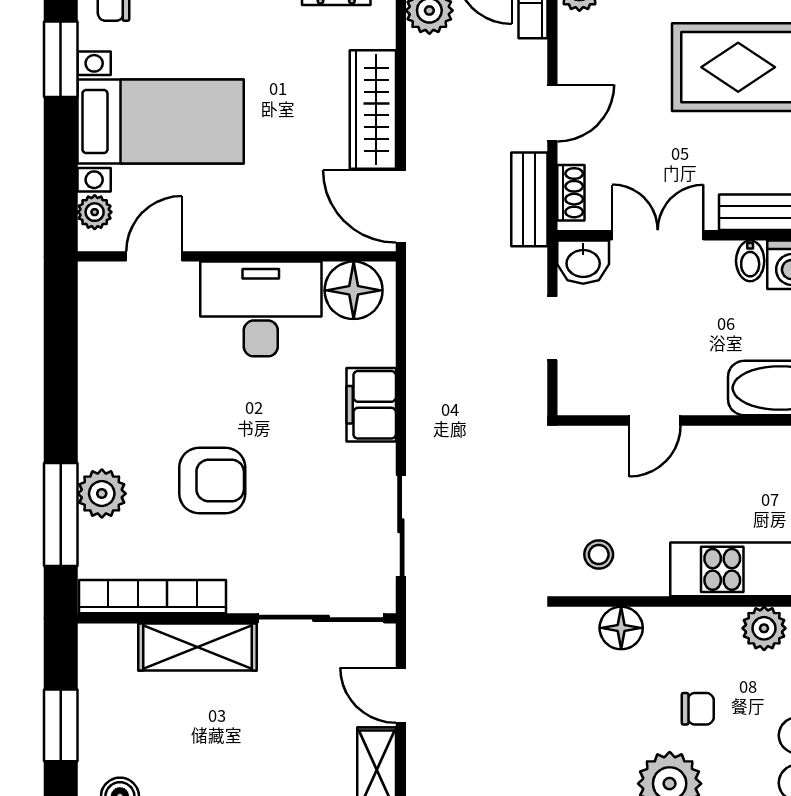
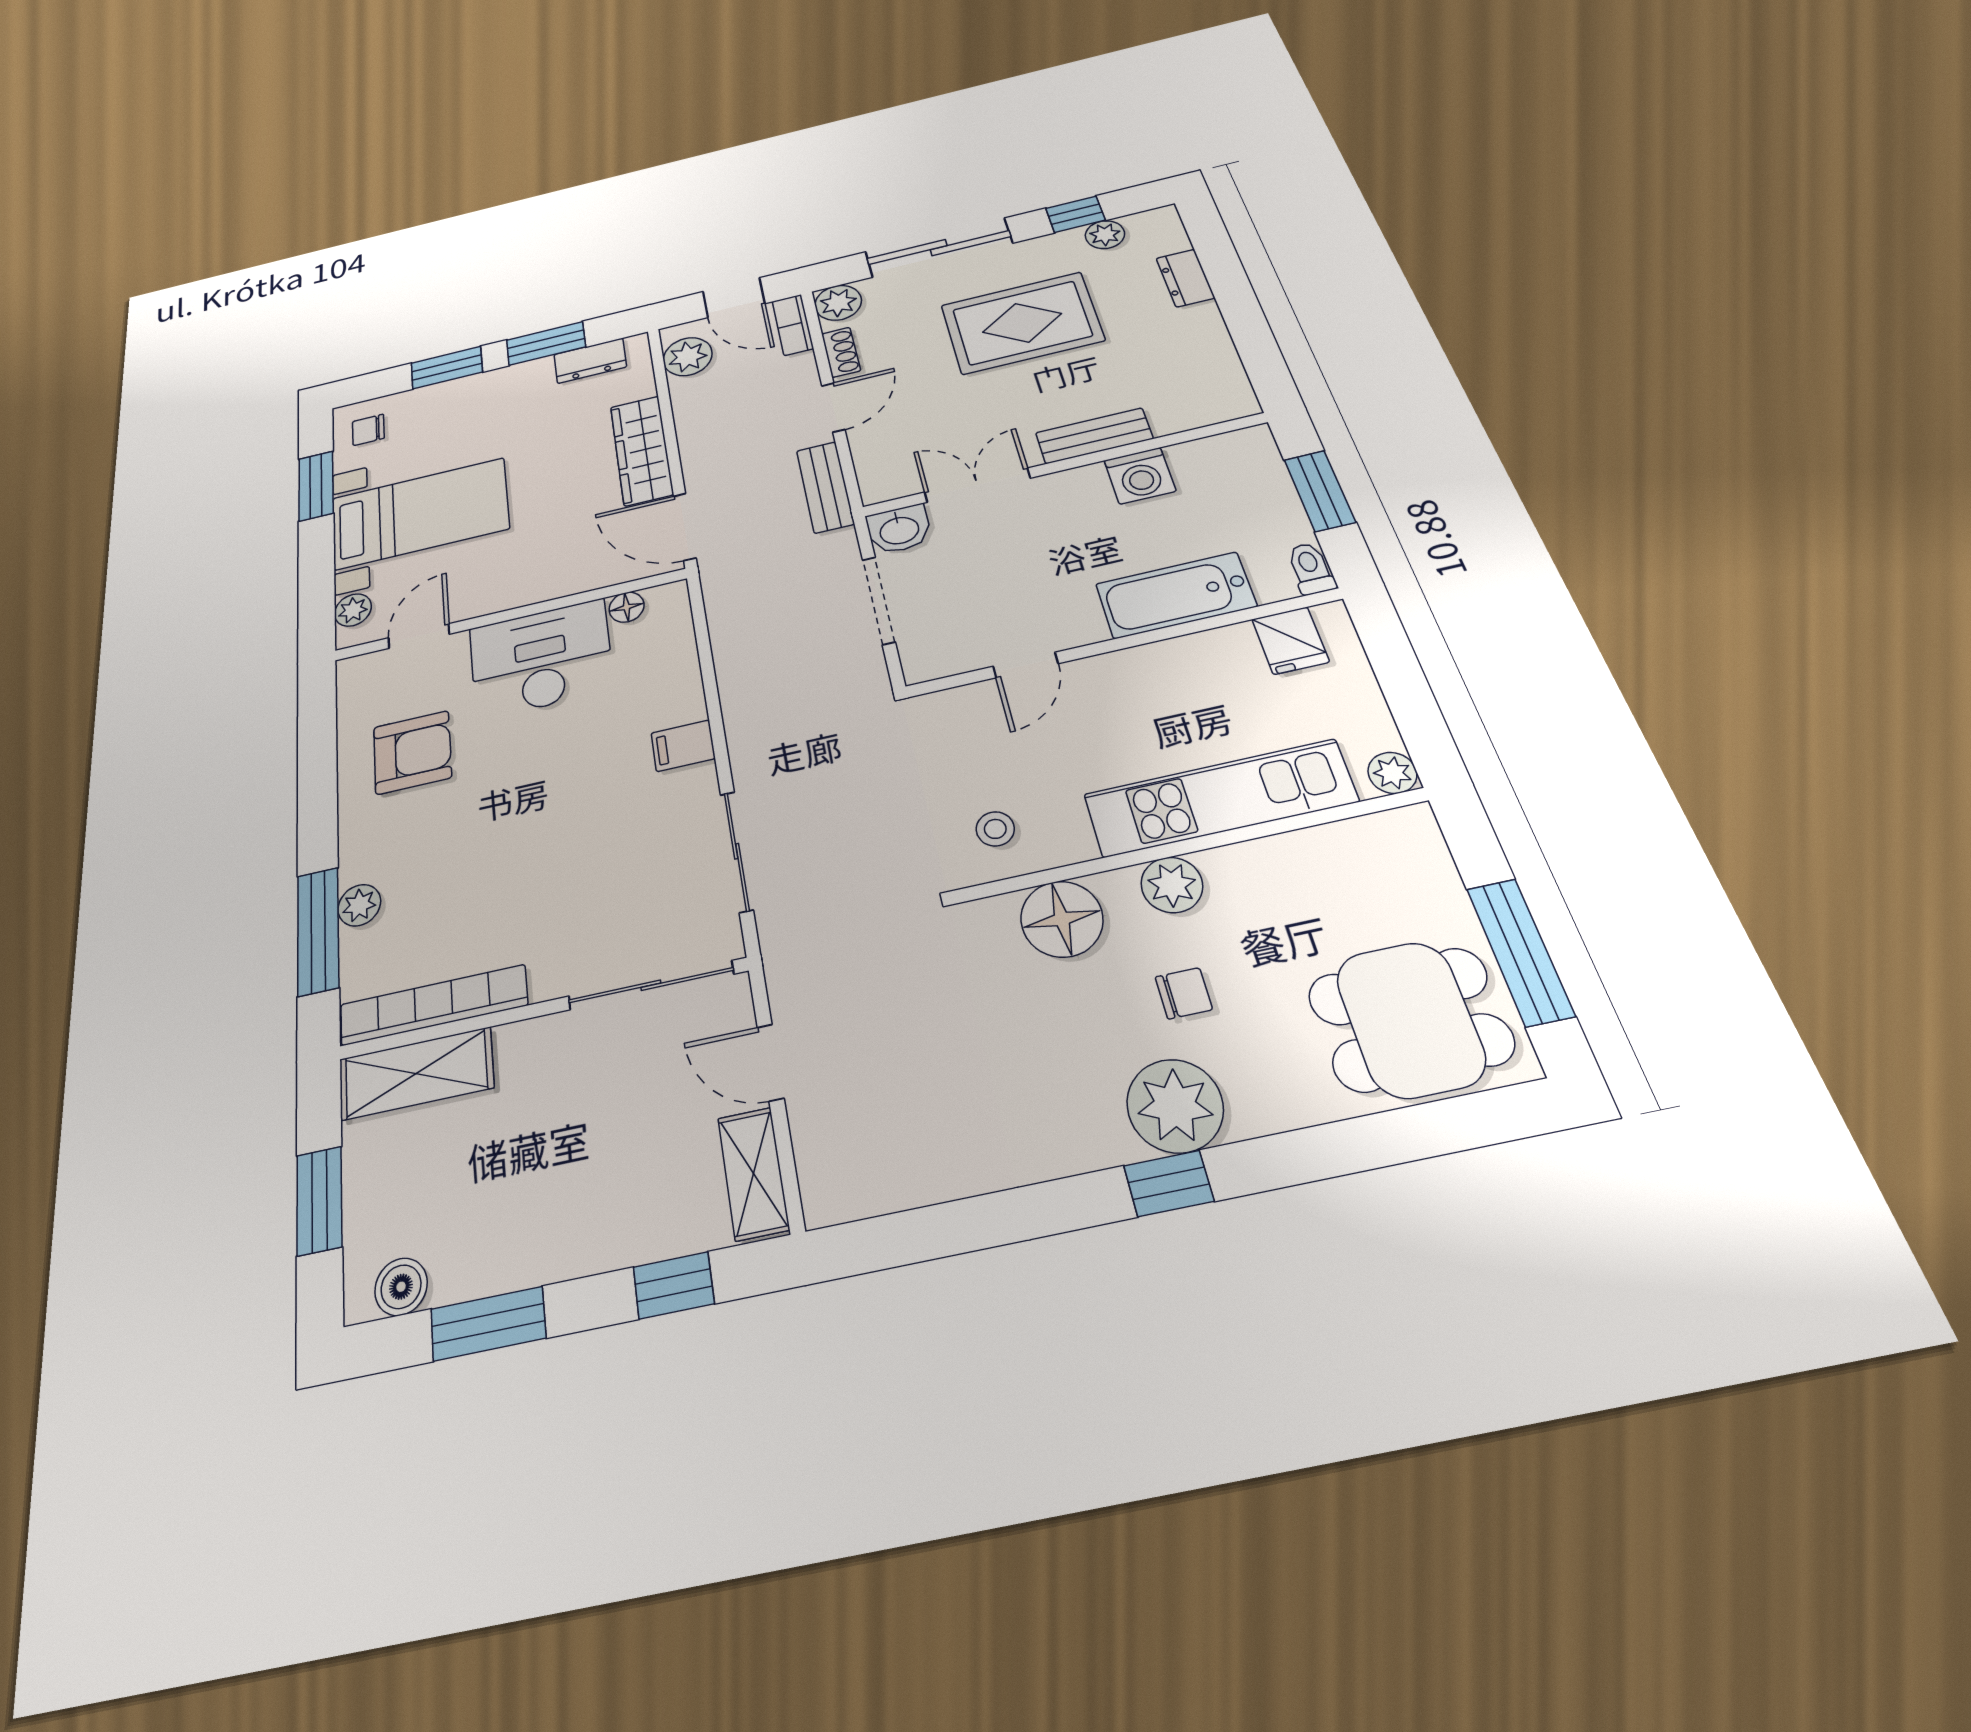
shoe rack: (571, 193) -> (841, 352), moved
bidet: (750, 261) -> (1090, 483), removed
floor lamp: (354, 290) -> (627, 607), width x0.53, depth x0.53
doorway: (552, 328) -> (879, 600), width x1.38
filing cabinet: (371, 405) -> (683, 746), width x0.50
armchair: (212, 480) -> (412, 752), moved
plant: (102, 494) -> (359, 905), width x0.73, depth x0.73
floor lamp: (621, 628) -> (1062, 919), width x1.38, depth x1.38
plant: (764, 628) -> (1172, 885), moved
shelving: (197, 647) -> (416, 1074), moved

